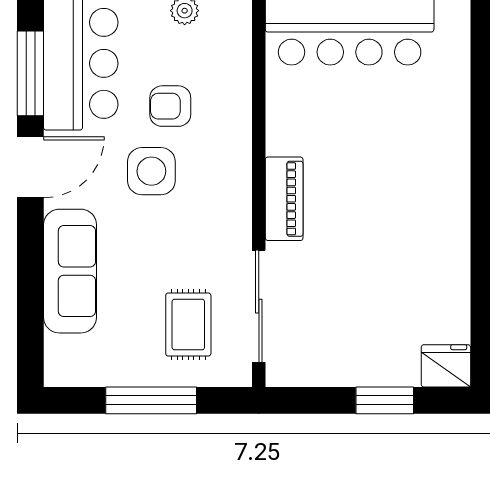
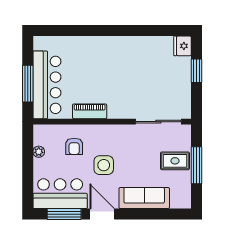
armchair: (170, 106) -> (74, 146), moved
piano: (284, 199) -> (90, 111), moved
rug: (188, 325) -> (175, 161), moved

